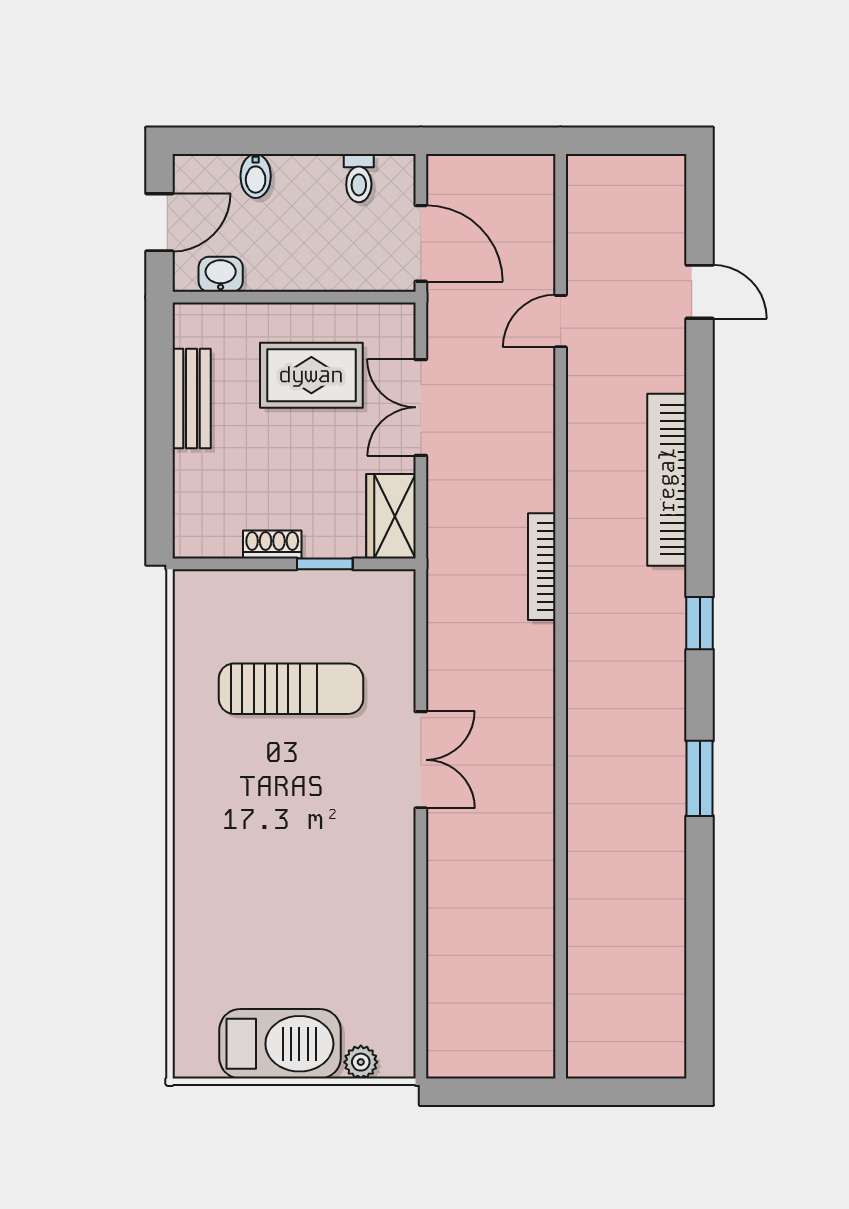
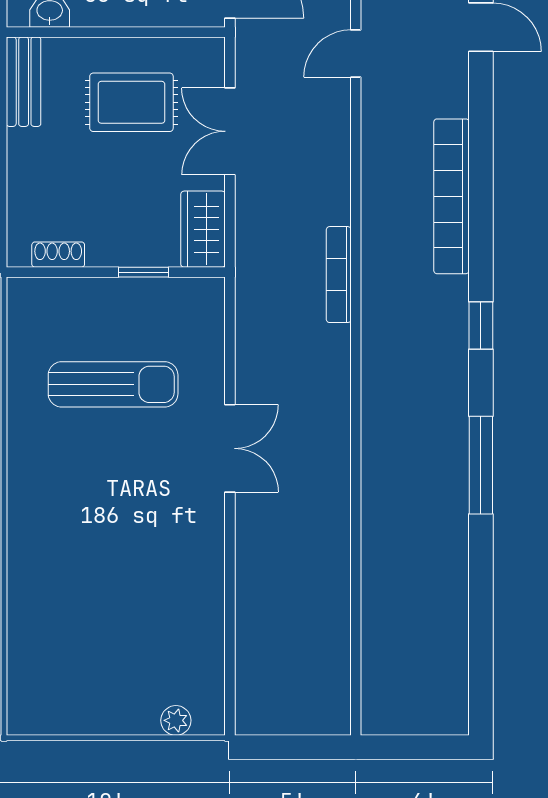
bench: (192, 398) -> (24, 82), moved
shoe rack: (272, 544) -> (58, 255), moved
window: (700, 778) -> (481, 465), width x1.44
barbecue: (280, 1044) -> (103, 704), removed

